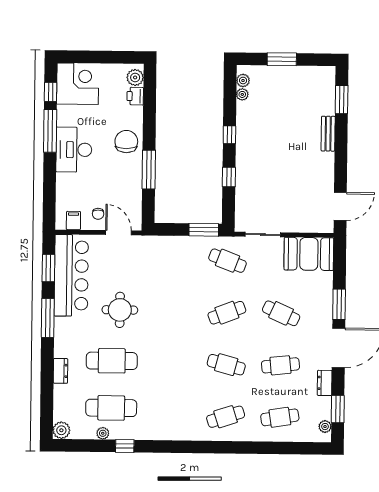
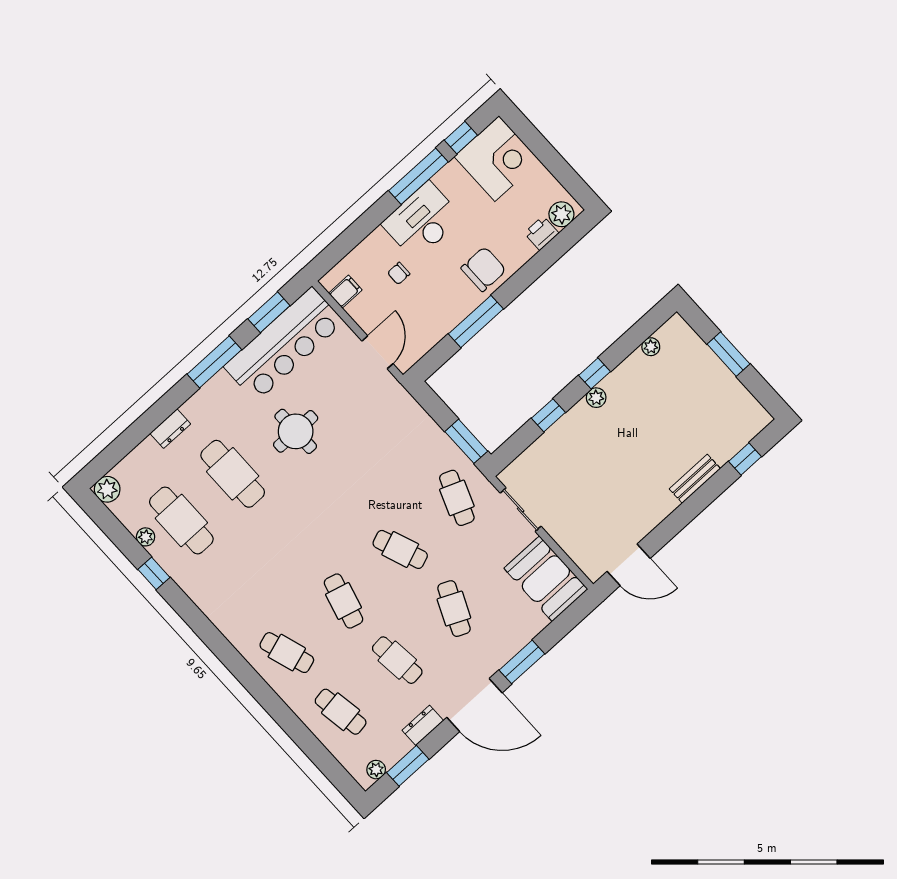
plant: (243, 80) -> (596, 398), moved
window: (342, 100) -> (745, 459), width x0.67
chair: (98, 214) -> (399, 273), moved

